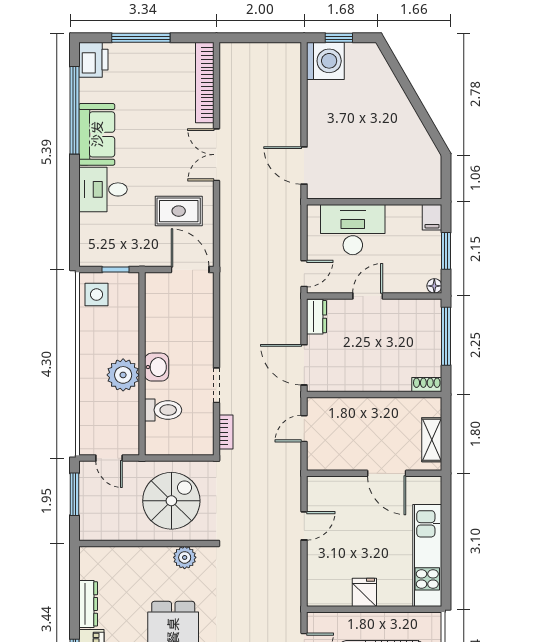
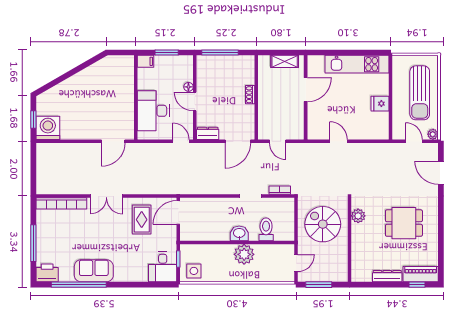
desk: (103, 189) -> (163, 267), moved
floor lamp: (434, 286) -> (188, 87), moved
shoe rack: (427, 385) -> (250, 95), moved

